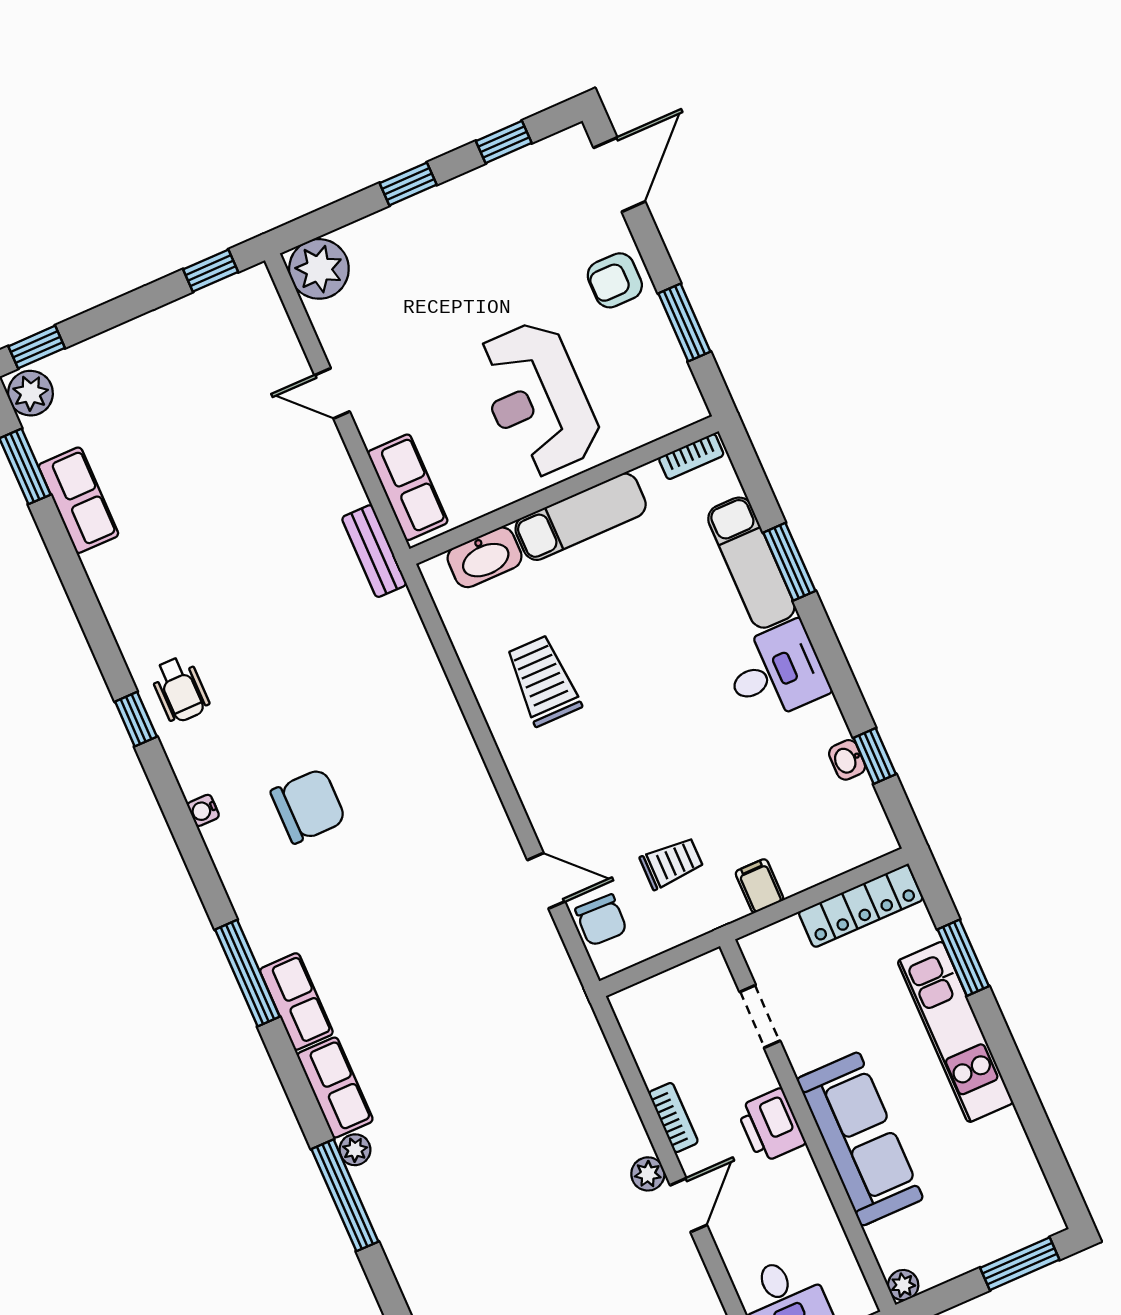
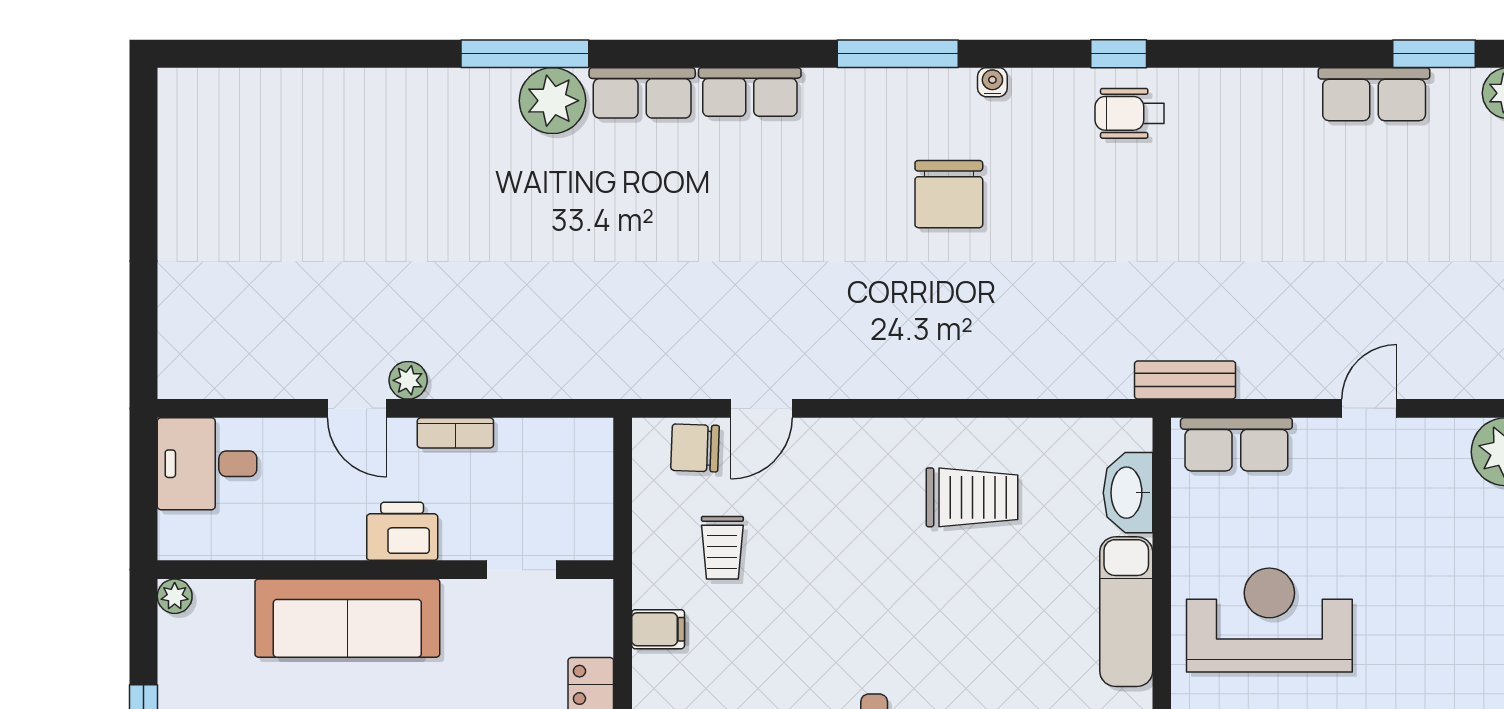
window: (247, 973) -> (898, 54), moved
plant: (355, 1150) -> (552, 101), width x1.88, depth x1.88

